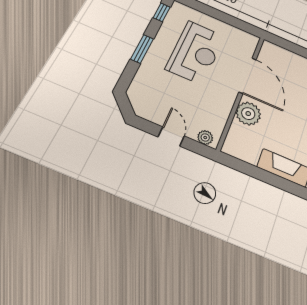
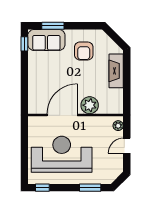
window: (142, 49) -> (90, 188), moved
reception desk: (196, 52) -> (62, 154), width x1.36, depth x1.30

